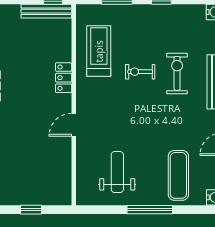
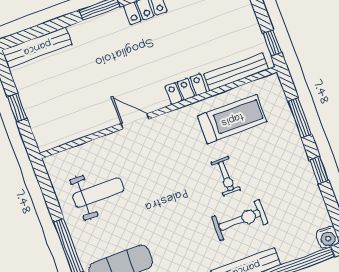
bench: (46, 11) -> (236, 72), moved, turned 90
exercise bike: (140, 72) -> (226, 176), turned 180

